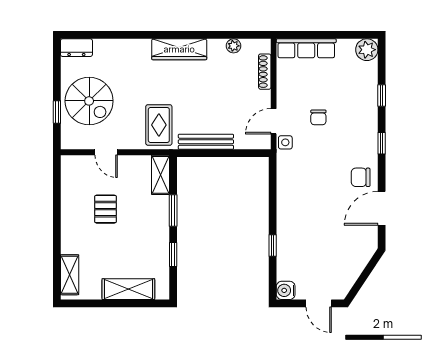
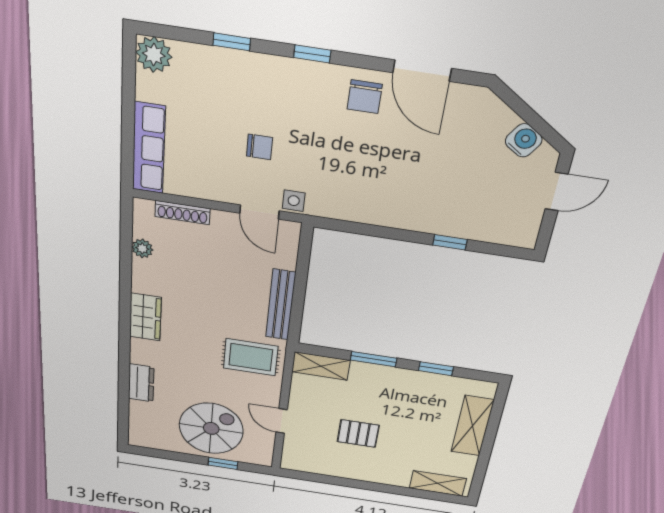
dresser: (76, 48) -> (141, 383), moved
wardrobe: (179, 49) -> (145, 317), width x0.67
door: (106, 152) -> (282, 421), swing flipped
water cooler: (286, 290) -> (524, 140), moved, turned -147

